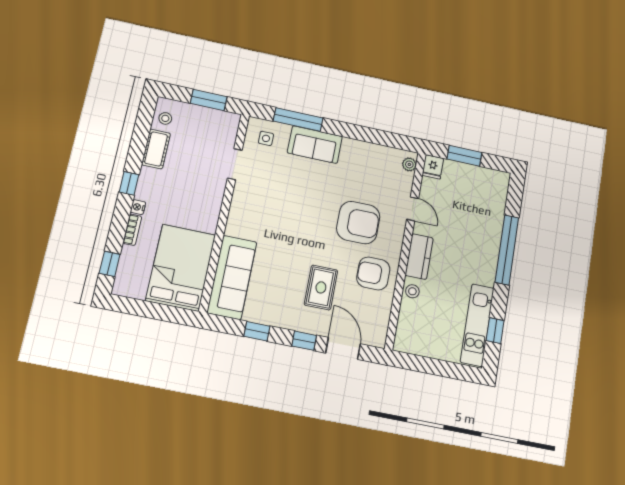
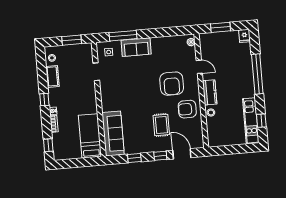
fridge: (433, 167) -> (244, 36), moved
armchair: (358, 223) -> (172, 84), turned 90
bed: (181, 268) -> (90, 136), width x0.67

